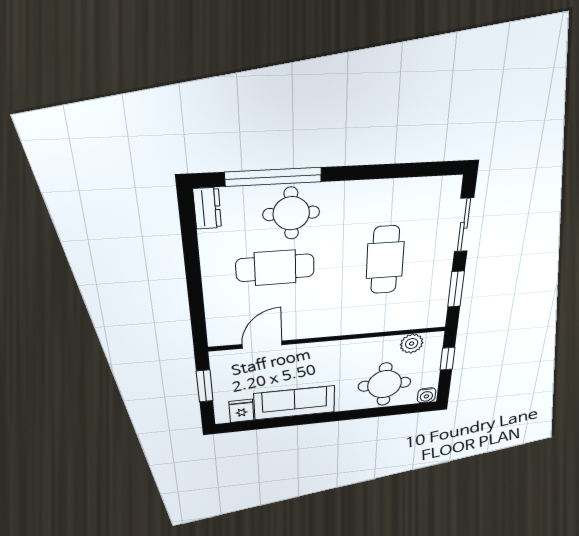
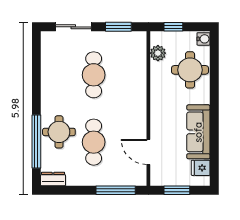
cafe table: (385, 260) -> (94, 75), turned 90
window: (196, 305) -> (116, 190), added

